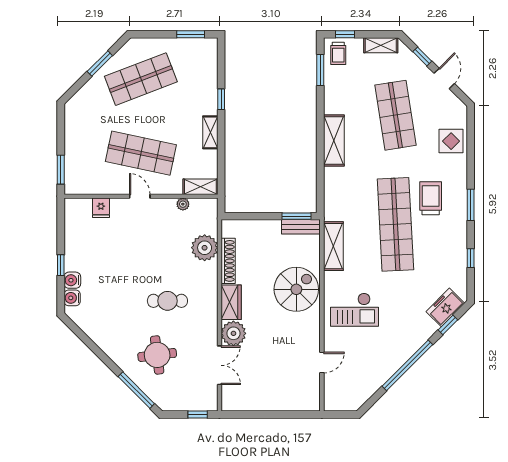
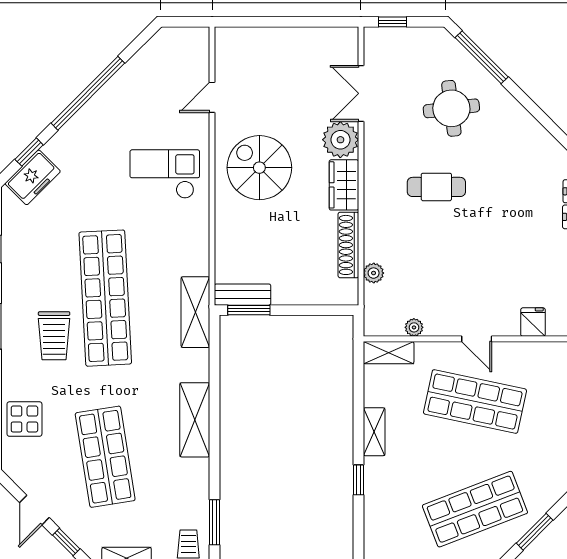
shelving: (333, 246) -> (195, 312), moved
plant: (205, 248) -> (374, 273), width x0.53, depth x0.53
spiral stairs: (296, 289) -> (259, 168), moved, turned 90

